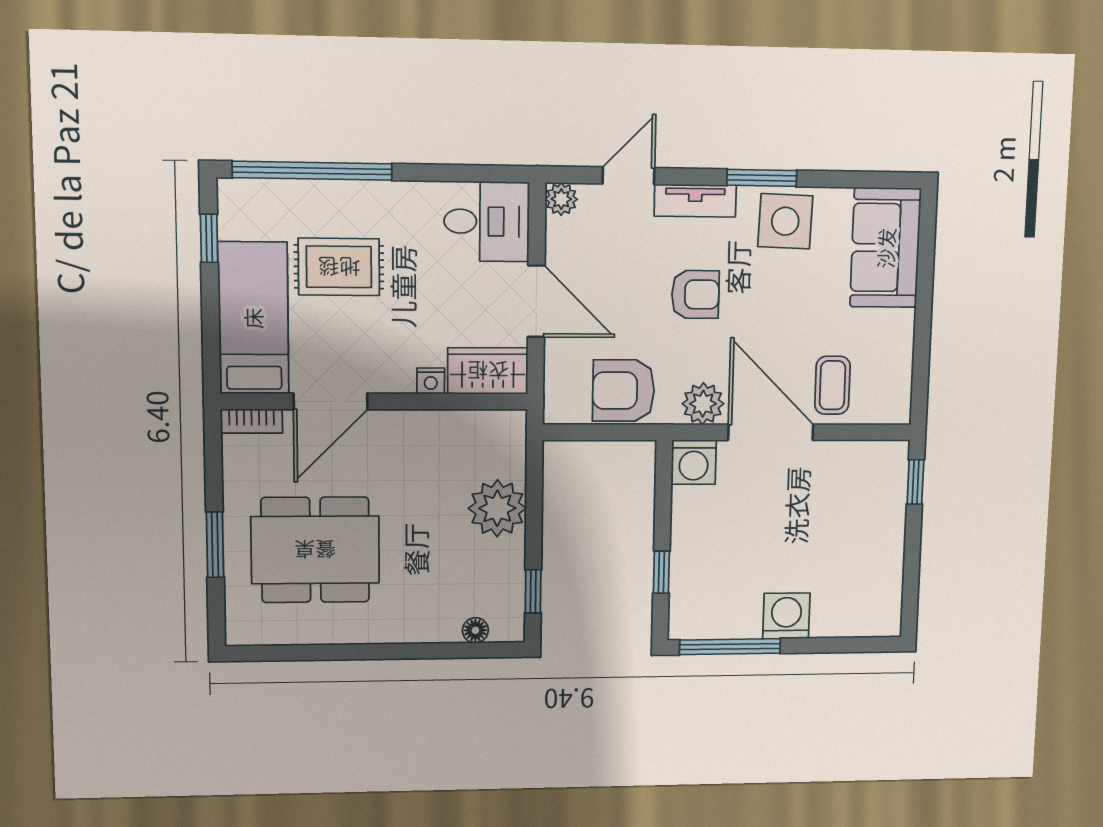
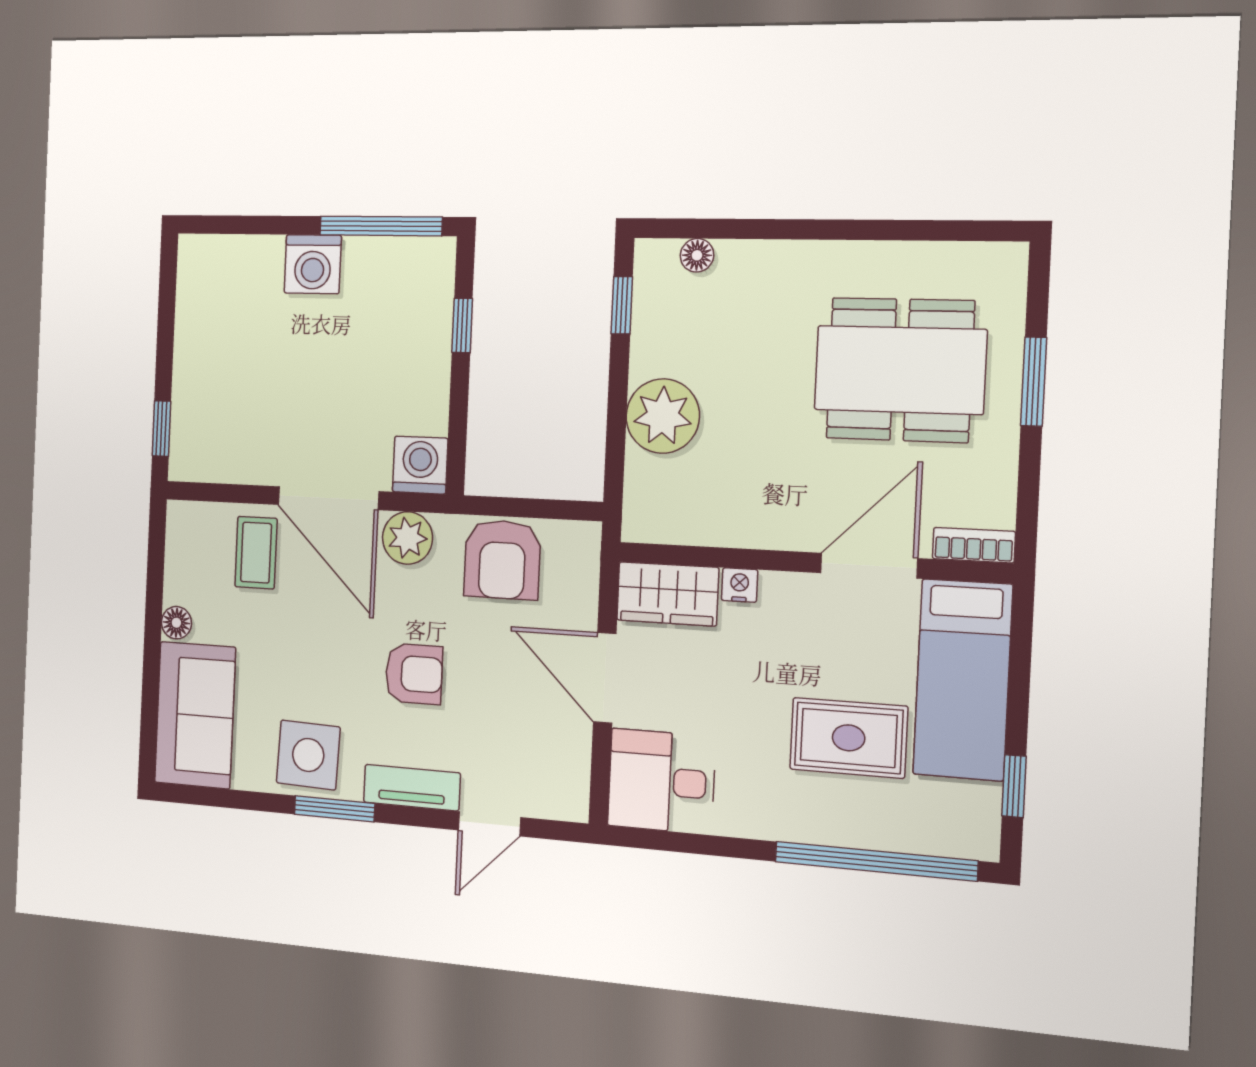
plant: (561, 199) -> (570, 802), removed
armchair: (695, 294) -> (414, 674), turned 180
floor lamp: (902, 324) -> (176, 623), added
armchair: (624, 391) -> (502, 560), turned 90

